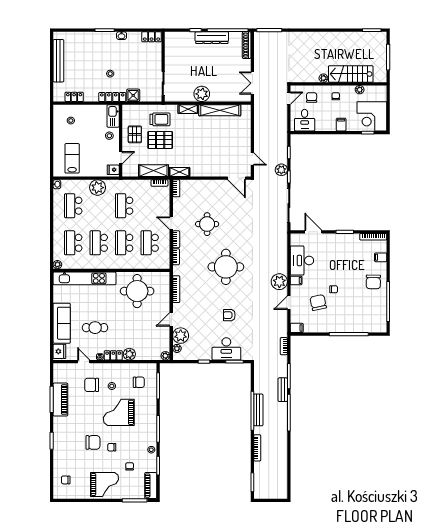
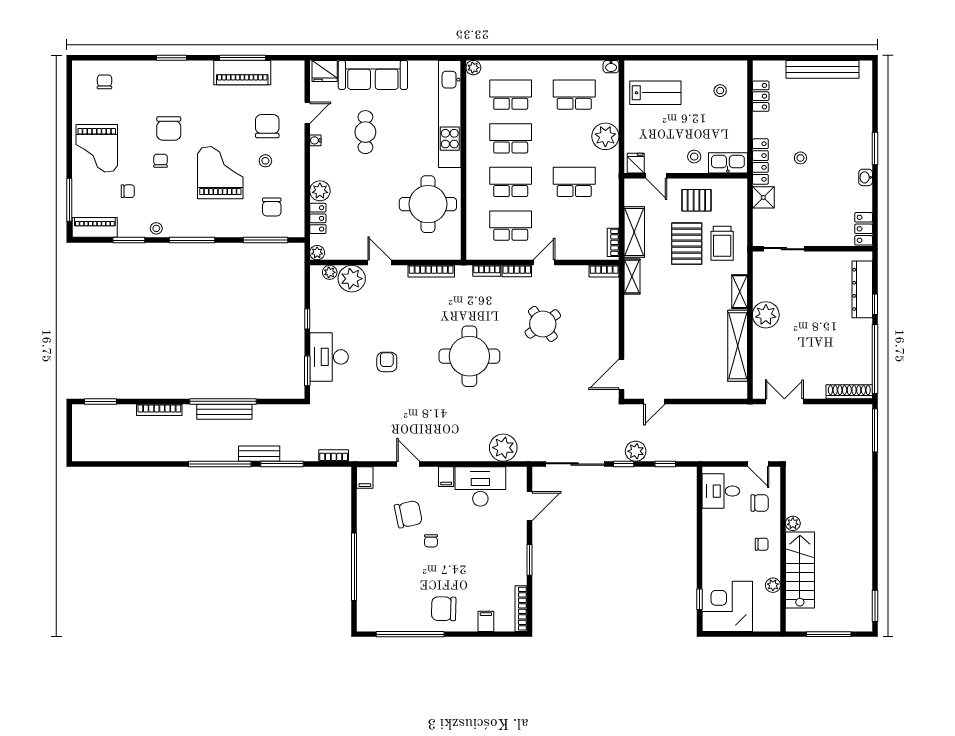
dresser: (212, 38) -> (862, 289), moved
filing cabinet: (341, 125) -> (713, 554), removed
round table: (207, 224) -> (543, 324), turned -36
plant: (279, 282) -> (503, 448), moved
locker: (113, 355) -> (318, 218), moved

